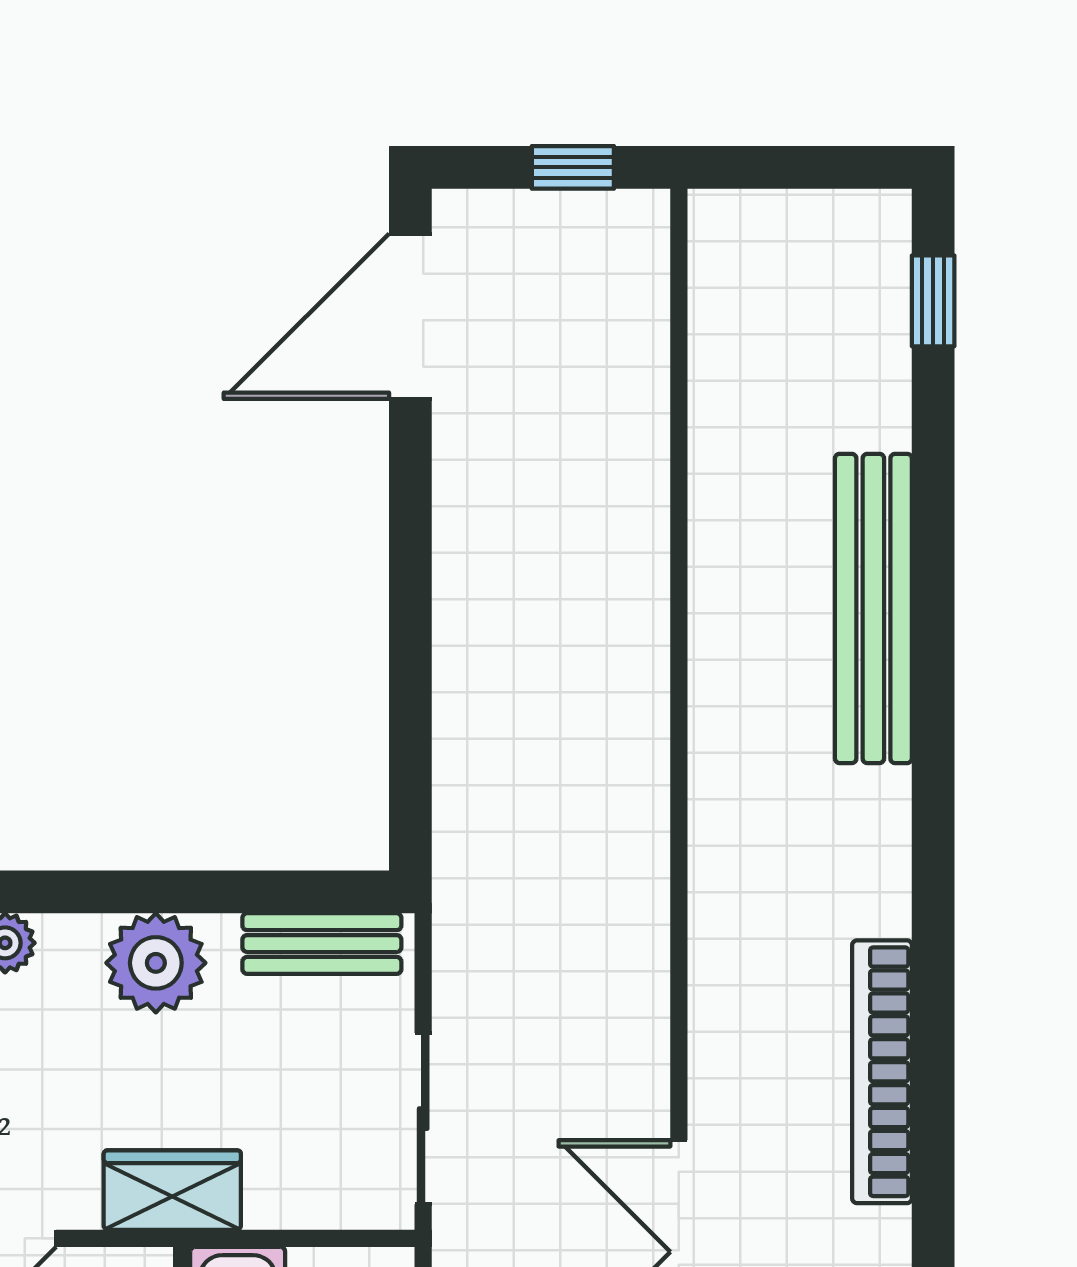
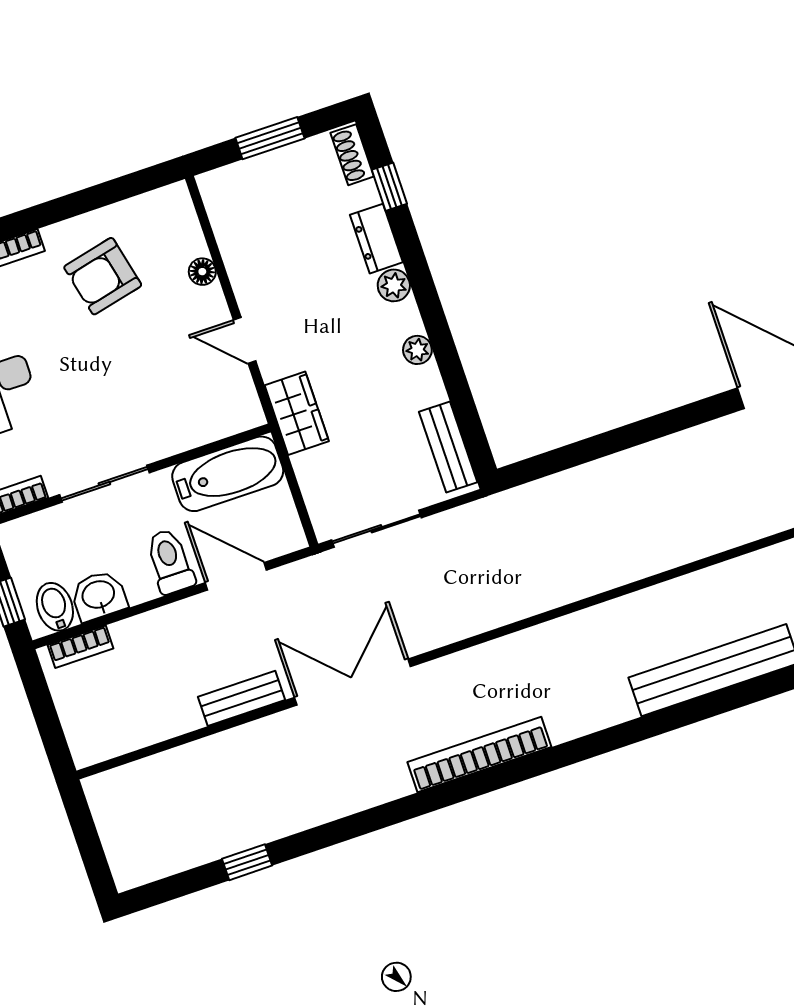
plant: (156, 963) -> (417, 350), width x0.53, depth x0.53

